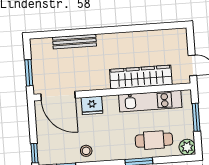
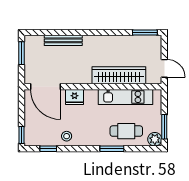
window: (167, 26) -> (145, 32), added
window: (29, 73) -> (22, 53), moved
window: (196, 117) -> (164, 127), moved

